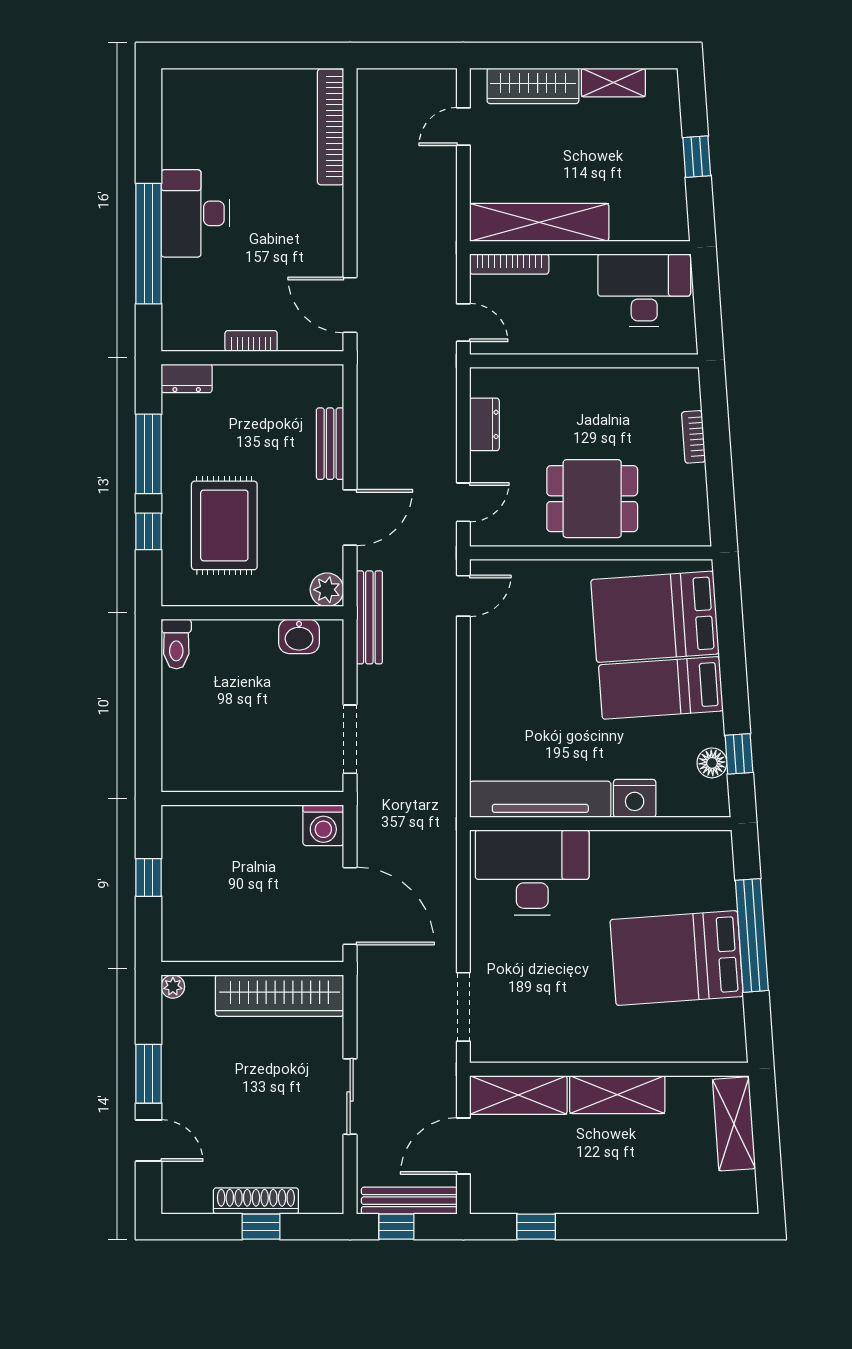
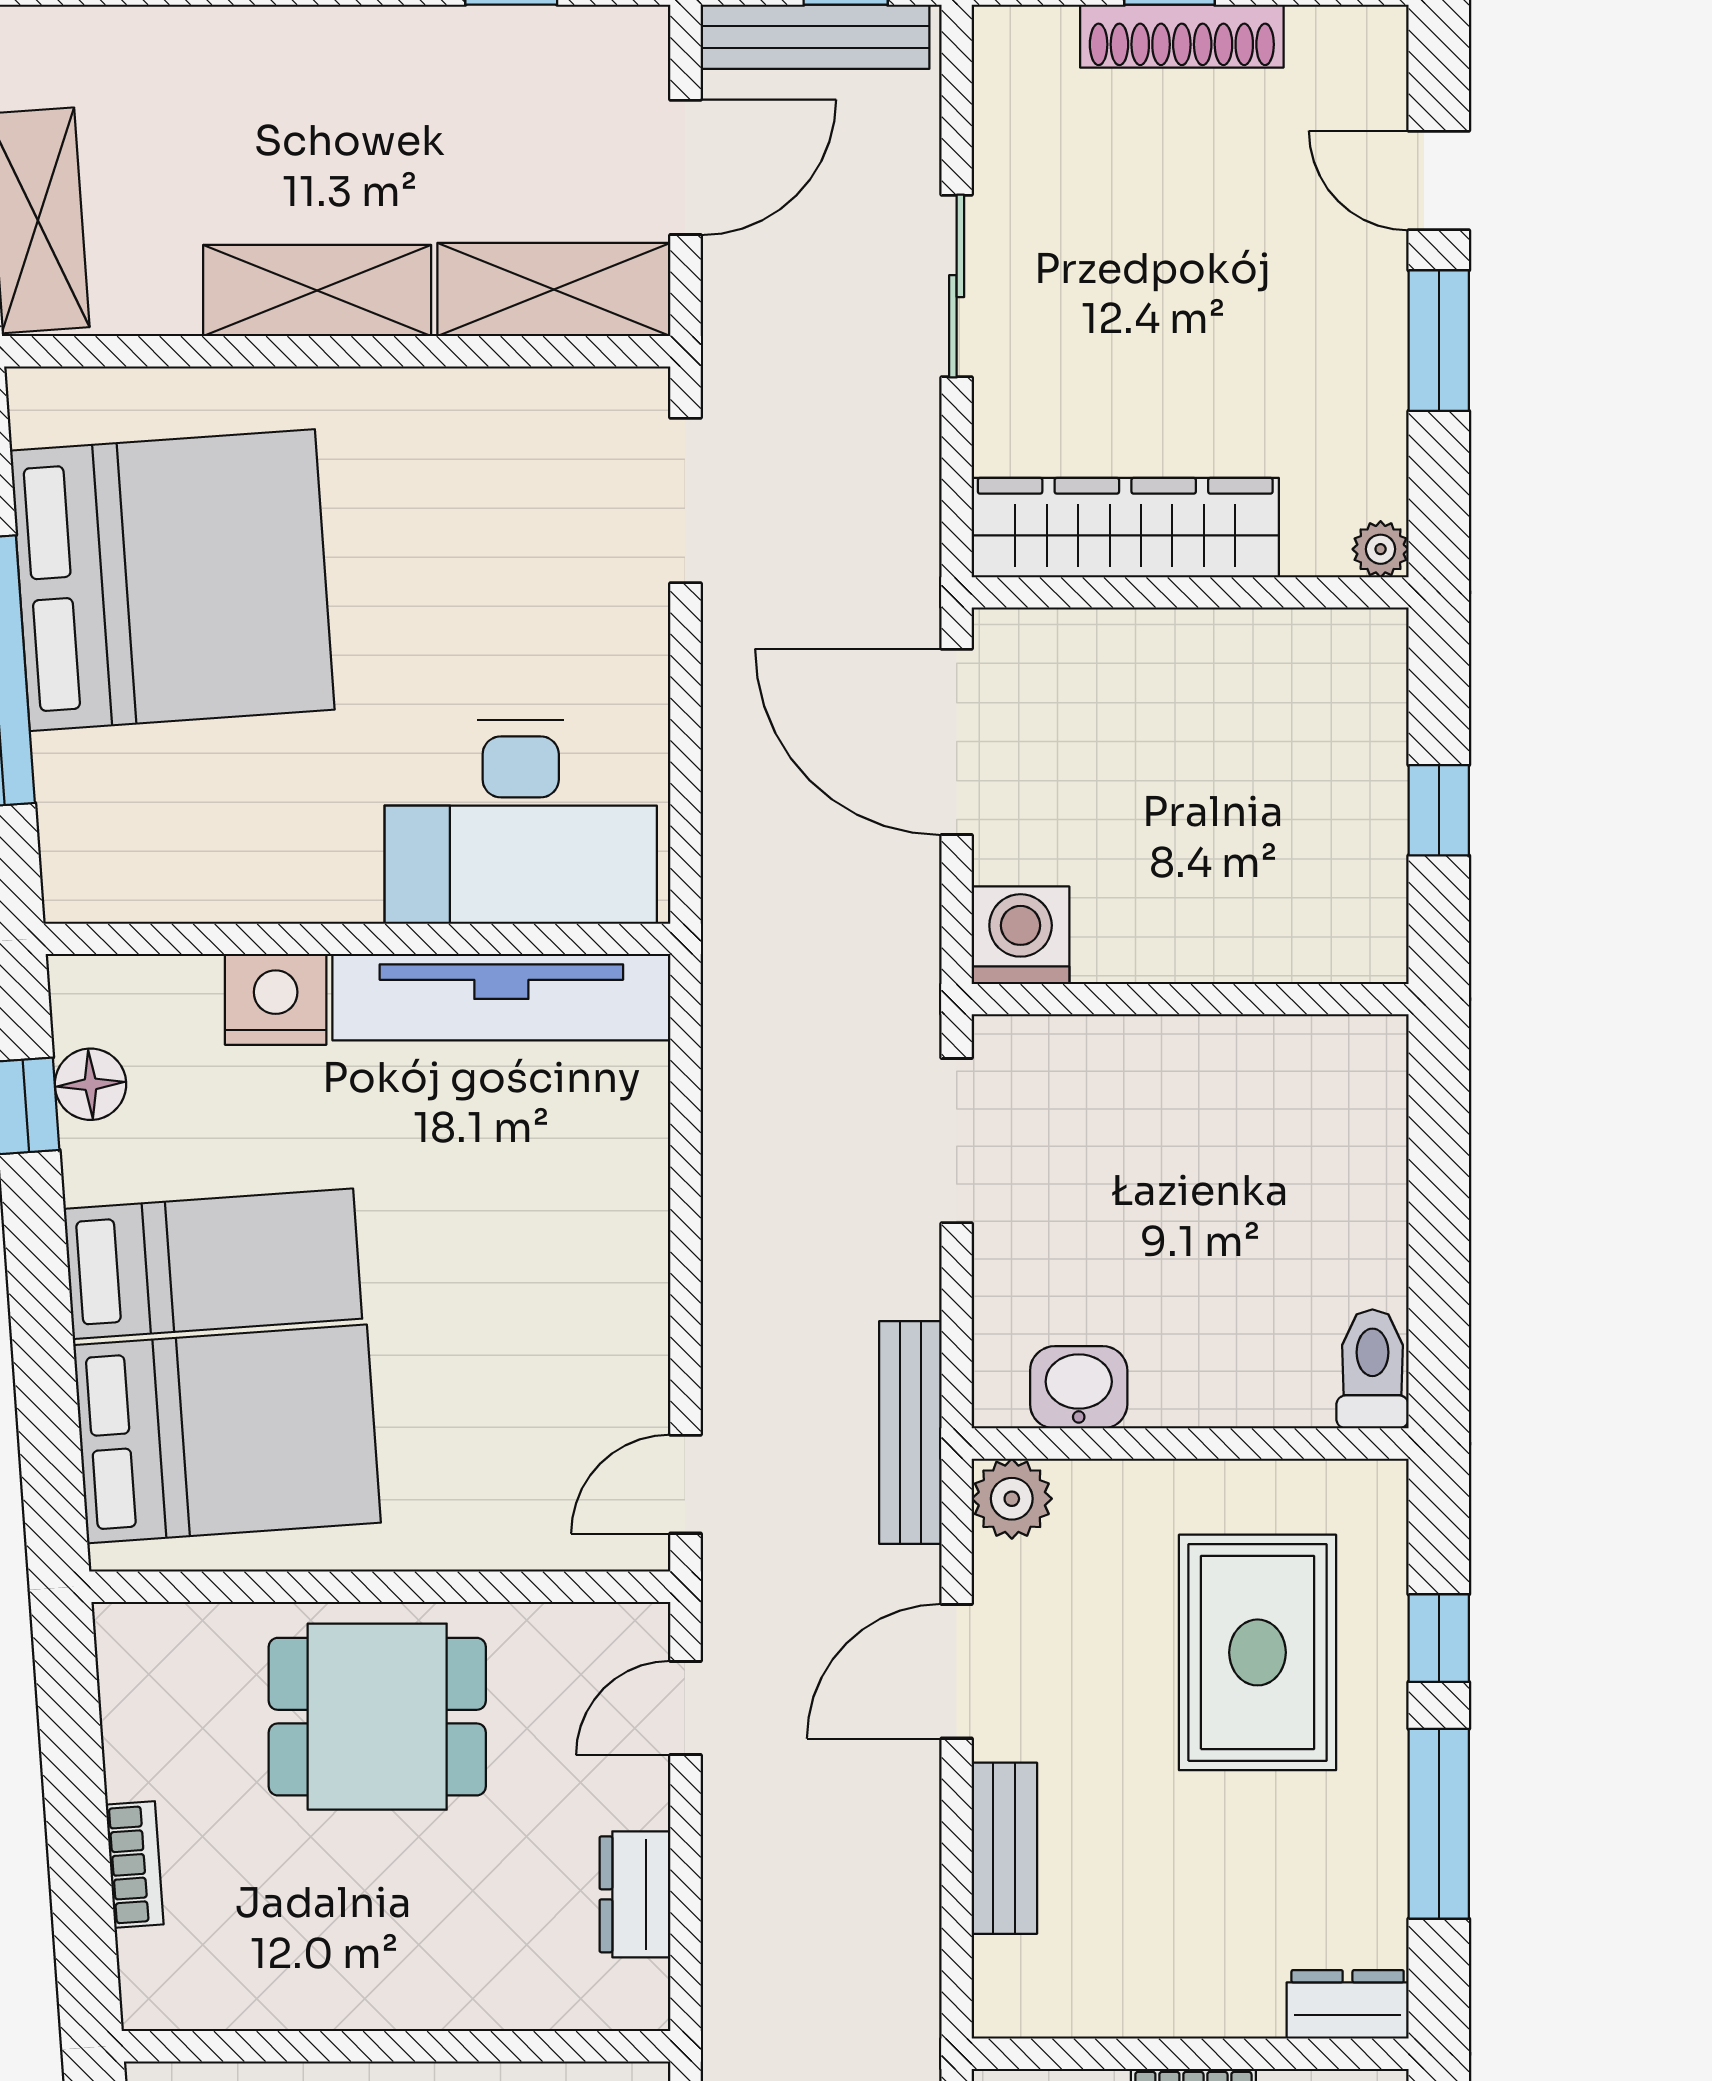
bed: (677, 958) -> (172, 580), width x1.36

